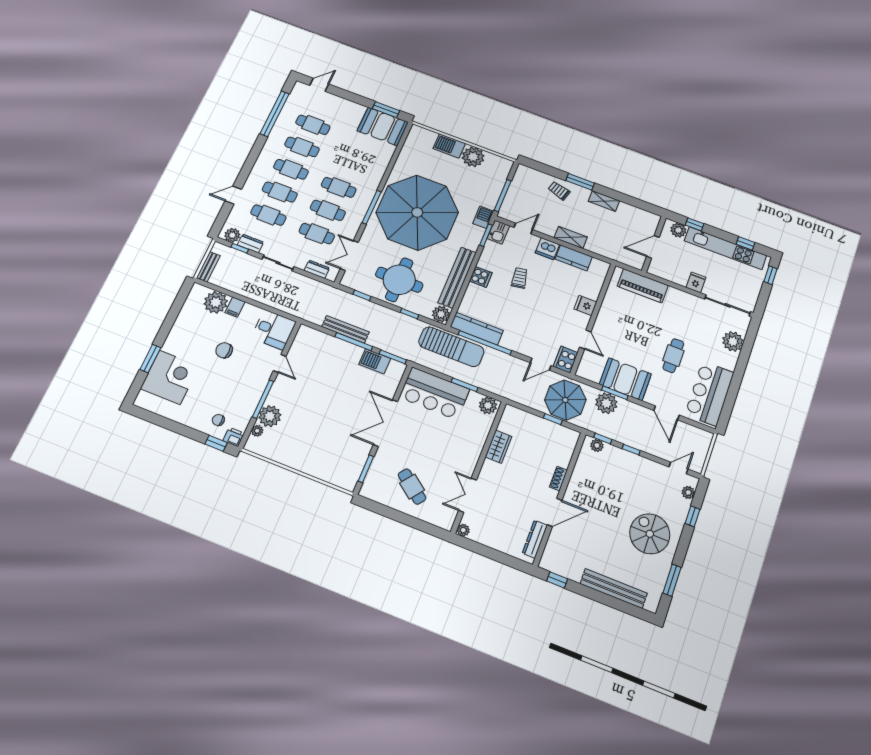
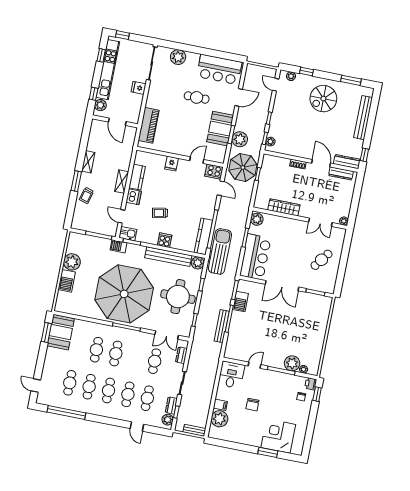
cafe table: (328, 210) -> (96, 350), moved
wardrobe: (499, 447) -> (284, 207), width x1.50
dresser: (551, 551) -> (347, 162), added

